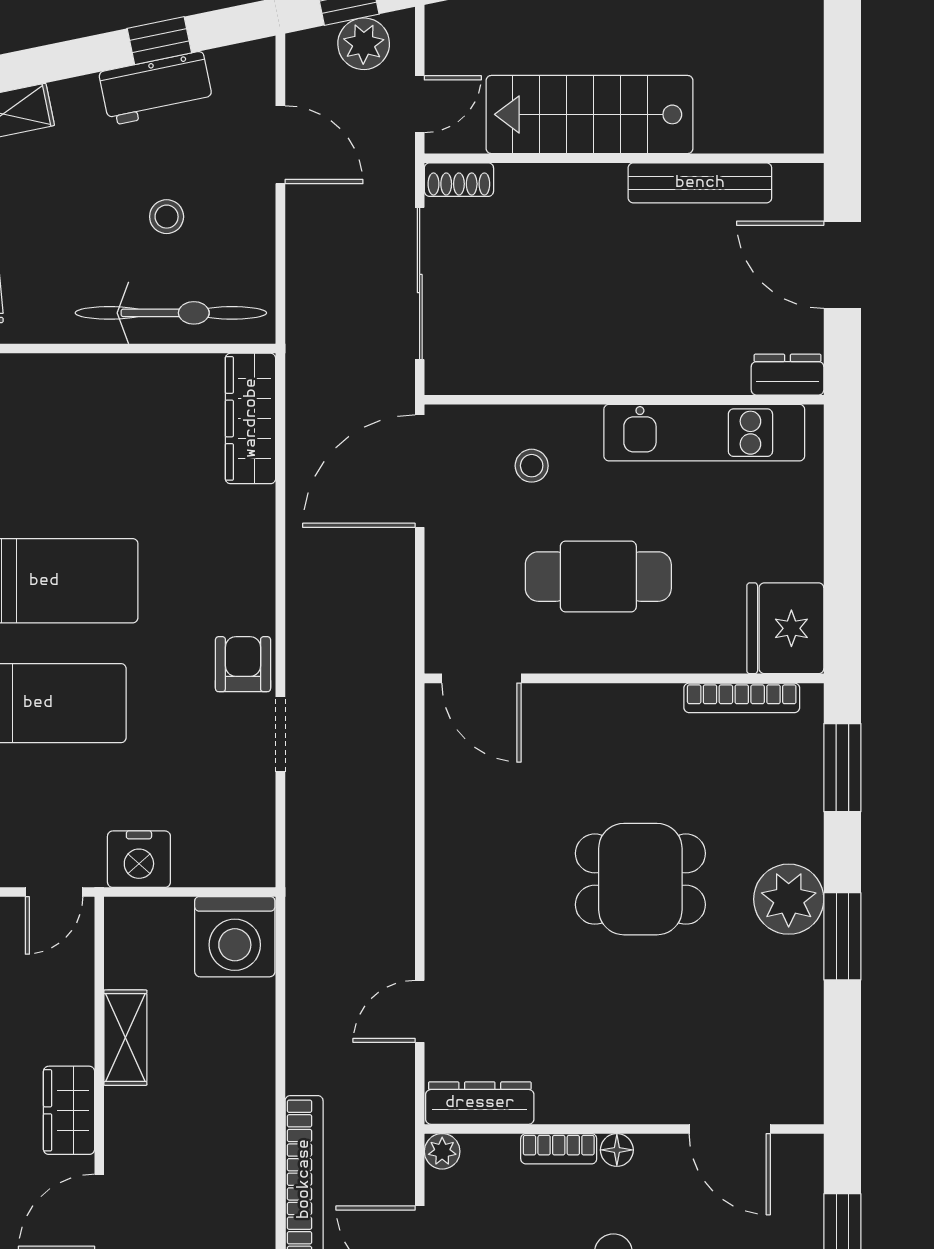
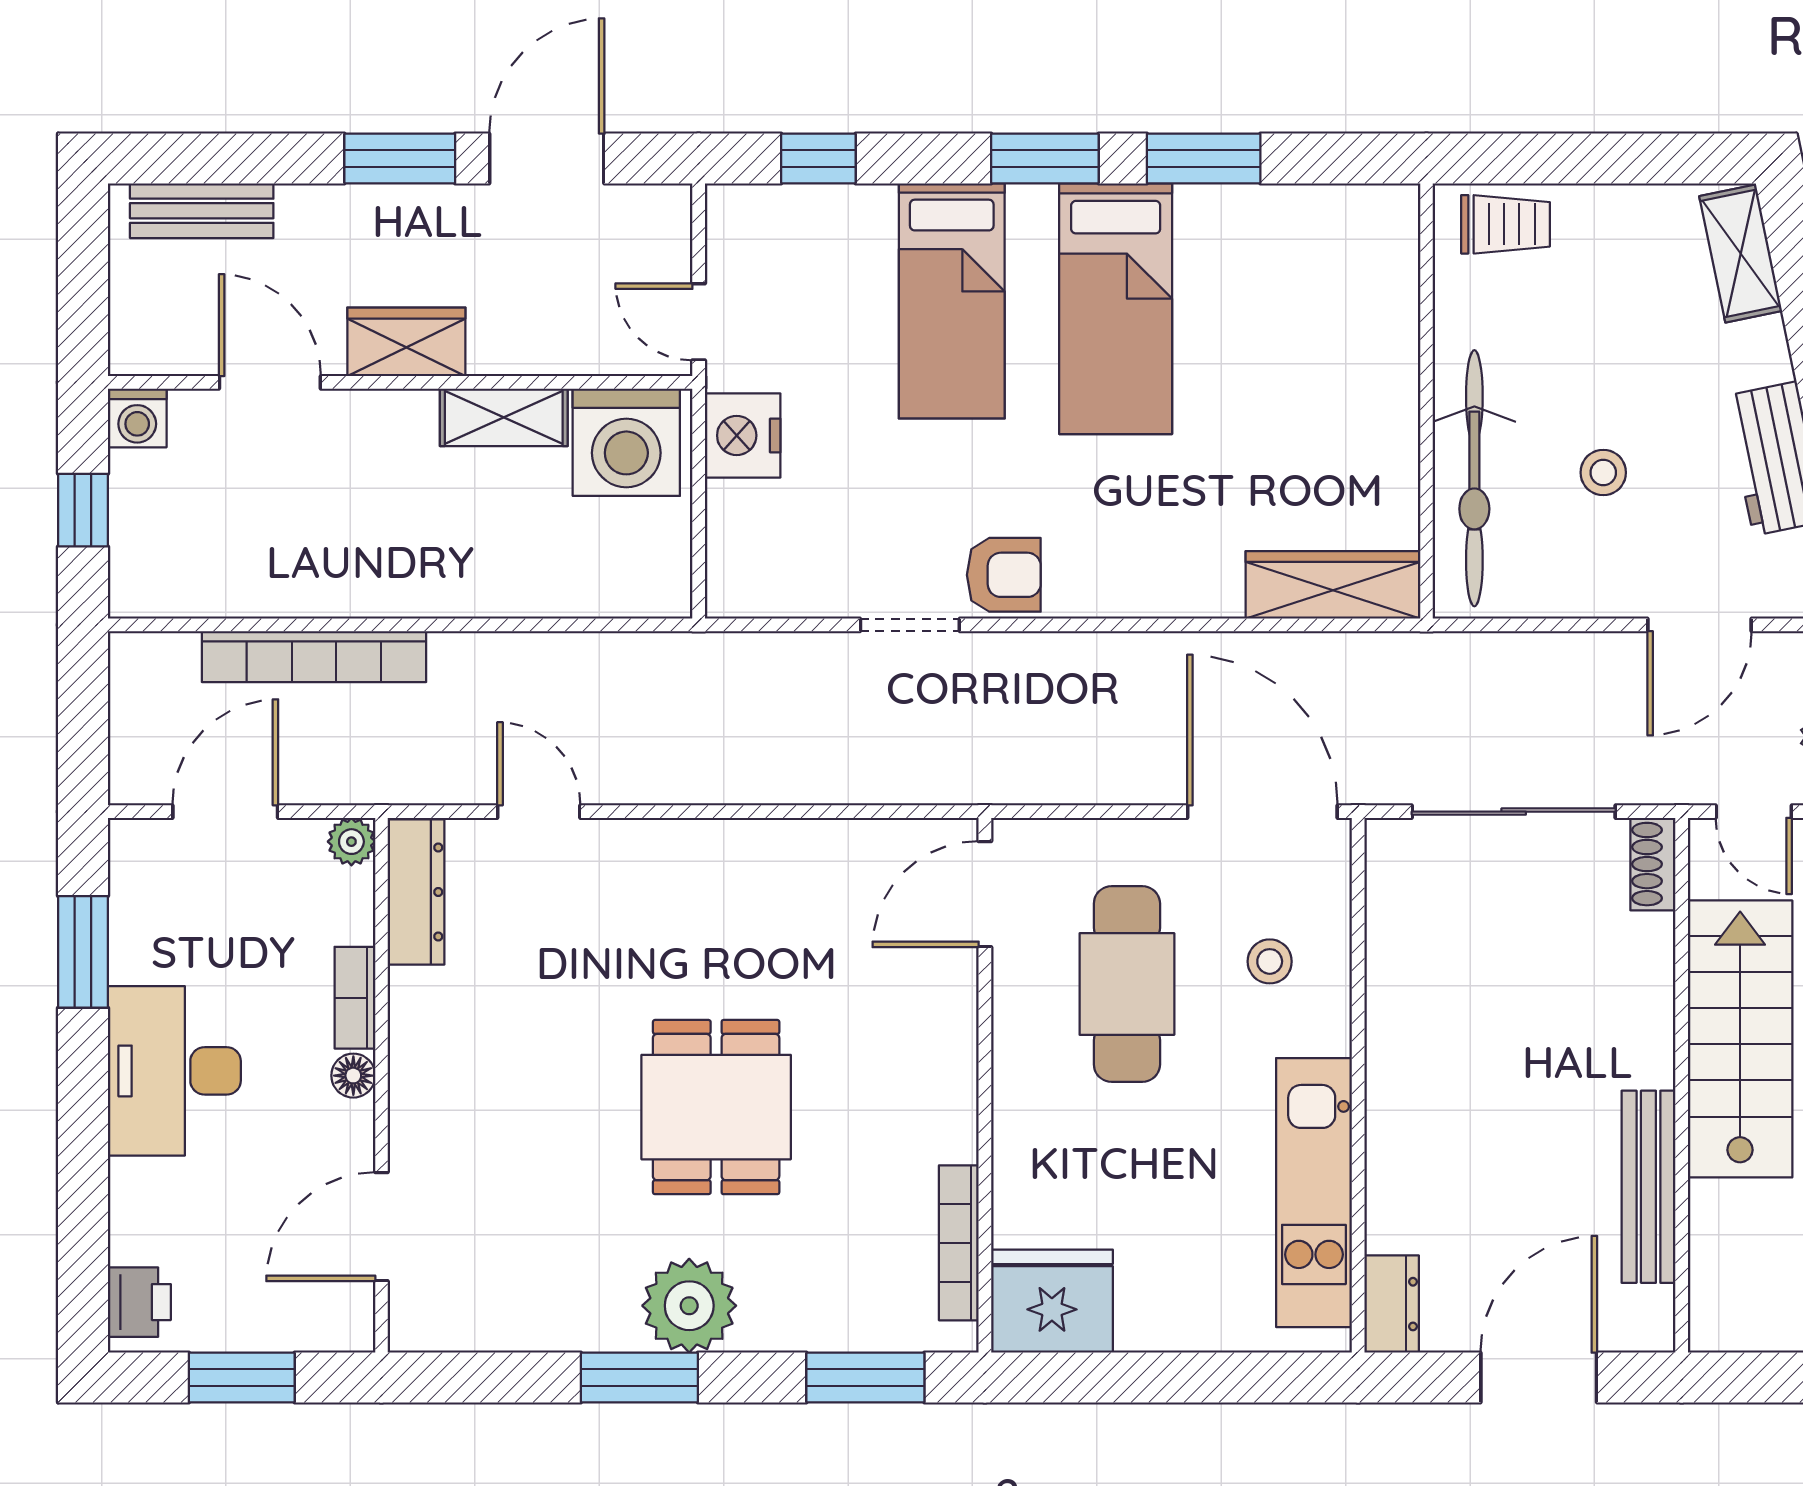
cafe table: (598, 577) -> (1127, 984), moved
washing machine: (235, 937) -> (626, 442), moved, turned -90

